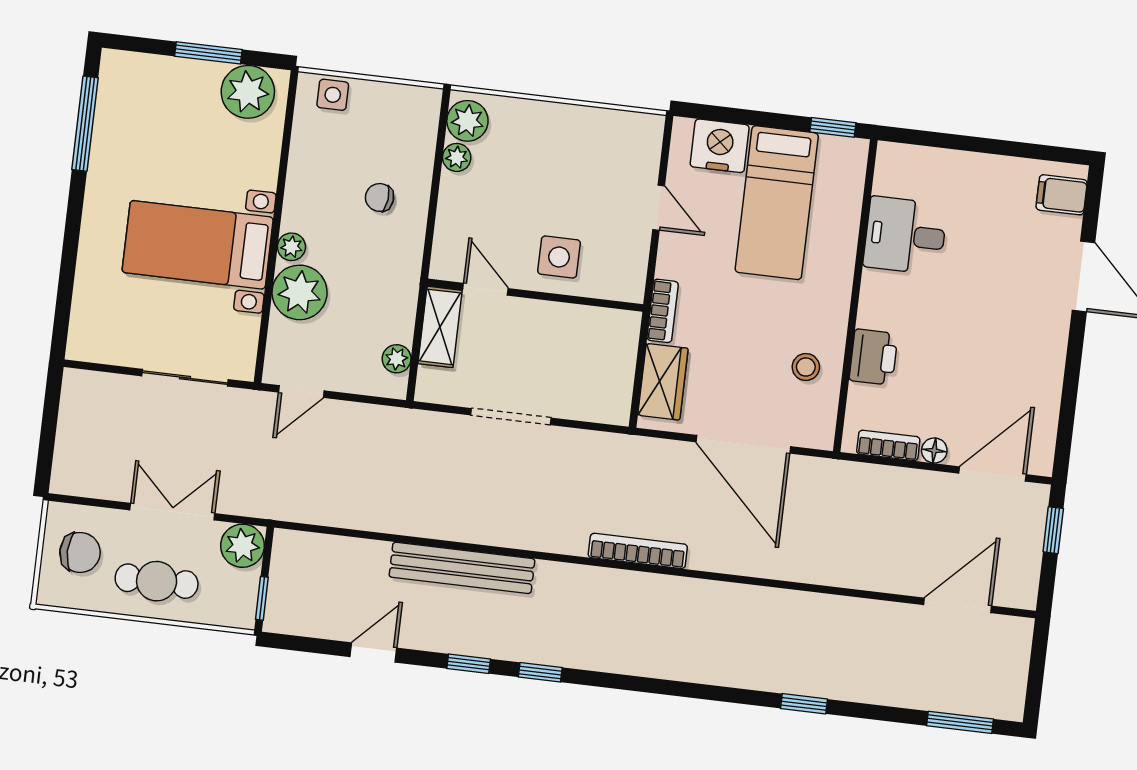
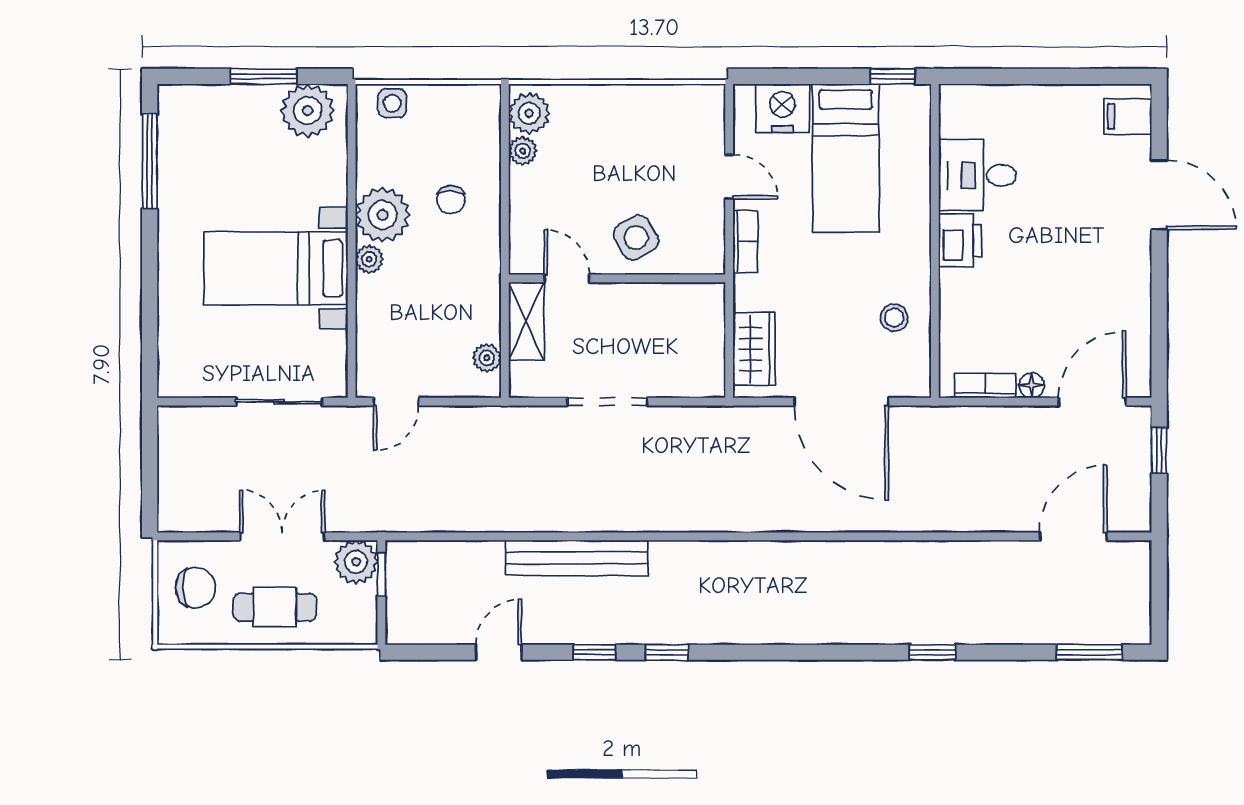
chair: (380, 197) -> (451, 200), turned -96
side table: (559, 257) -> (636, 238), turned -30
plant: (300, 292) -> (383, 215), moved
bookcase: (663, 311) -> (745, 241), moved
printer: (873, 357) -> (960, 240), moved
bookcase: (638, 551) -> (749, 520), removed
window: (262, 598) -> (381, 575), moved

